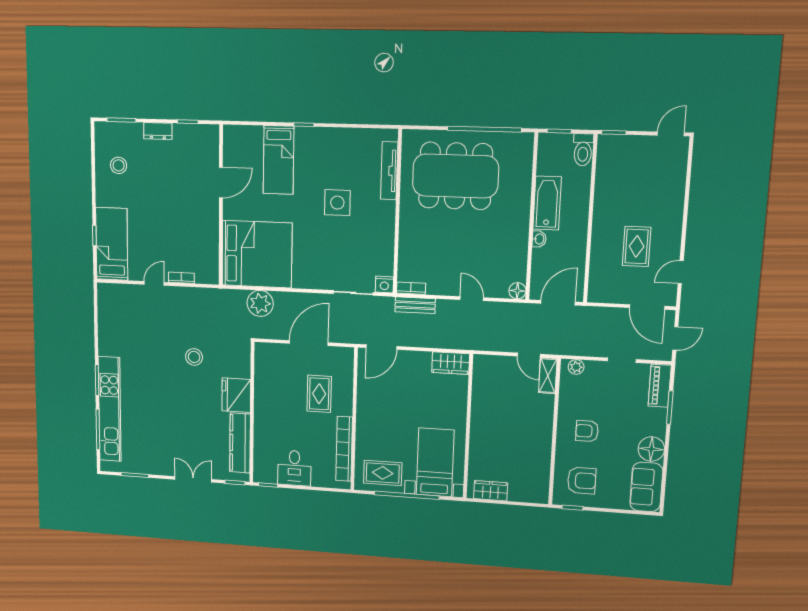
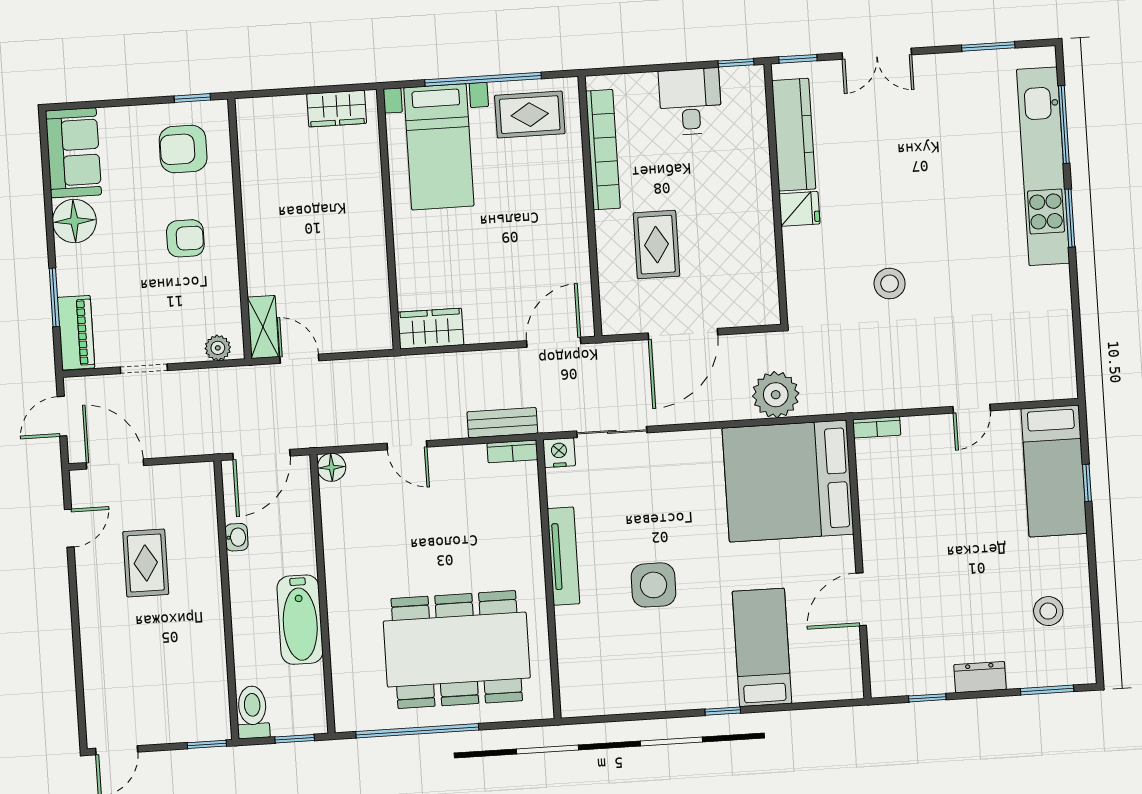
tv unit: (389, 171) -> (563, 556), moved
washbasin: (539, 239) -> (236, 537), moved, turned 180
bookcase: (181, 278) -> (877, 427), moved
fridge: (236, 395) -> (799, 209), width x0.53, depth x0.75

